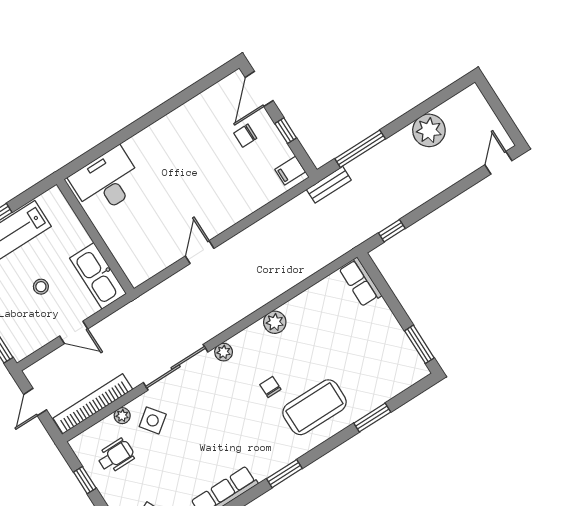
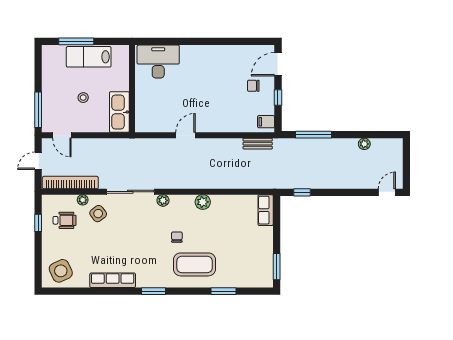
plant: (429, 130) -> (364, 144), width x0.53, depth x0.53
bench: (329, 185) -> (258, 144), moved
door: (74, 332) -> (62, 135), moved

